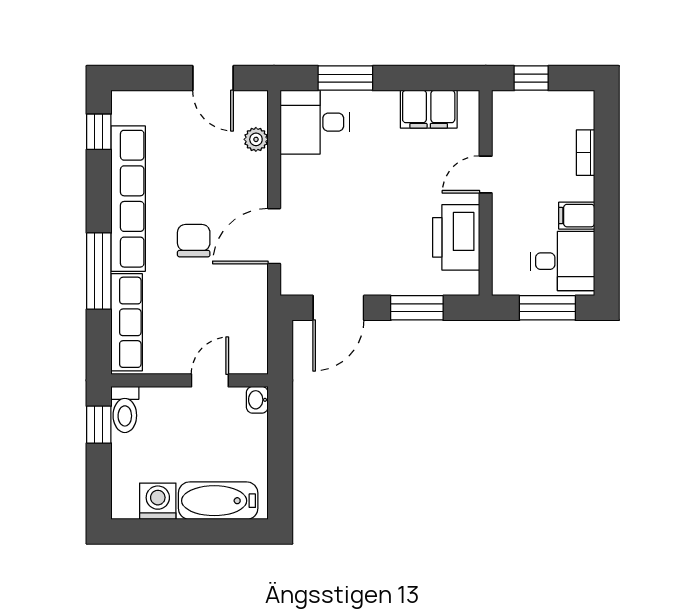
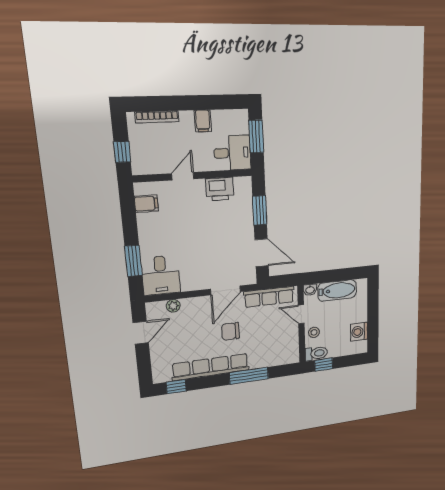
filing cabinet: (429, 109) -> (146, 204), width x0.50
bookcase: (585, 153) -> (157, 117), width x1.56
door: (486, 174) -> (183, 176), swing flipped
door: (274, 236) -> (225, 290), hinge flipped
printer: (456, 237) -> (220, 189), width x0.73, depth x0.84
desk: (563, 261) -> (232, 153), moved, turned 90
row of seats: (127, 322) -> (269, 297), moved, turned 180
stool: (169, 406) -> (314, 332), added
bathtub: (218, 501) -> (337, 290), moved, turned -90

